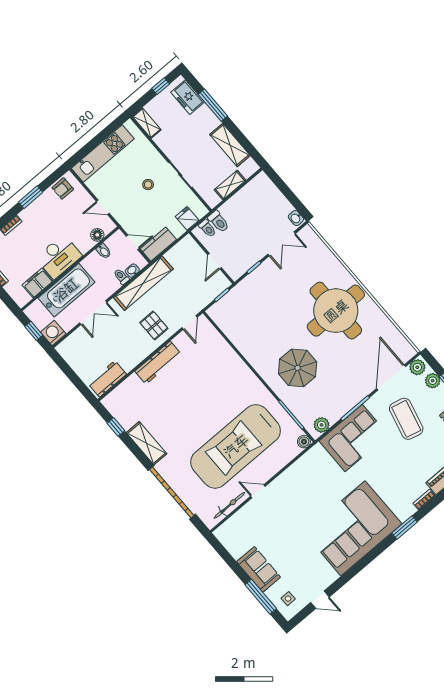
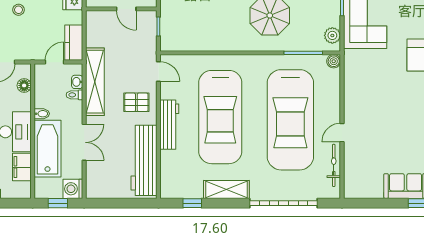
bidet: (104, 251) -> (42, 114), moved
workbench: (107, 379) -> (144, 160), width x1.88, depth x1.32
car: (195, 395) -> (220, 117), added

